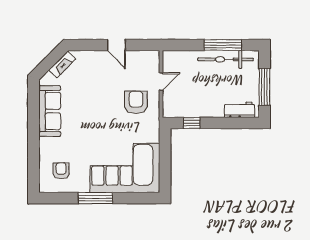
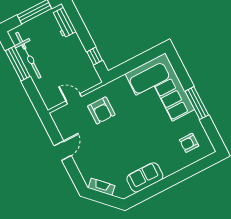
armchair: (136, 102) -> (101, 110), turned -90
sofa: (50, 111) -> (145, 177), width x0.73

